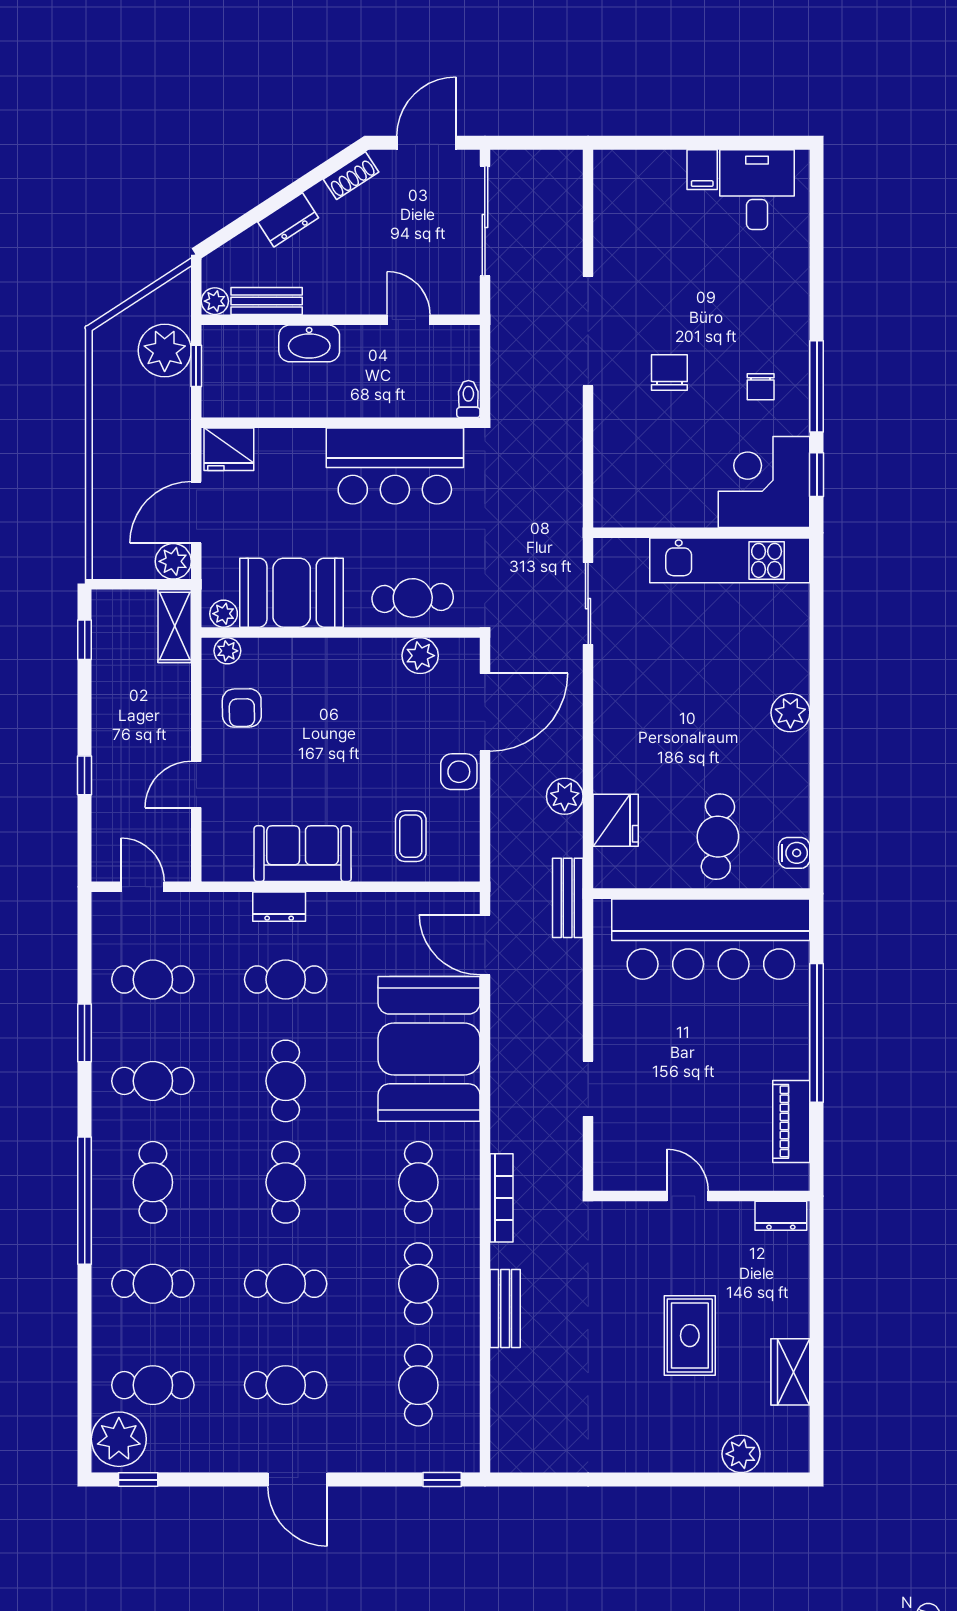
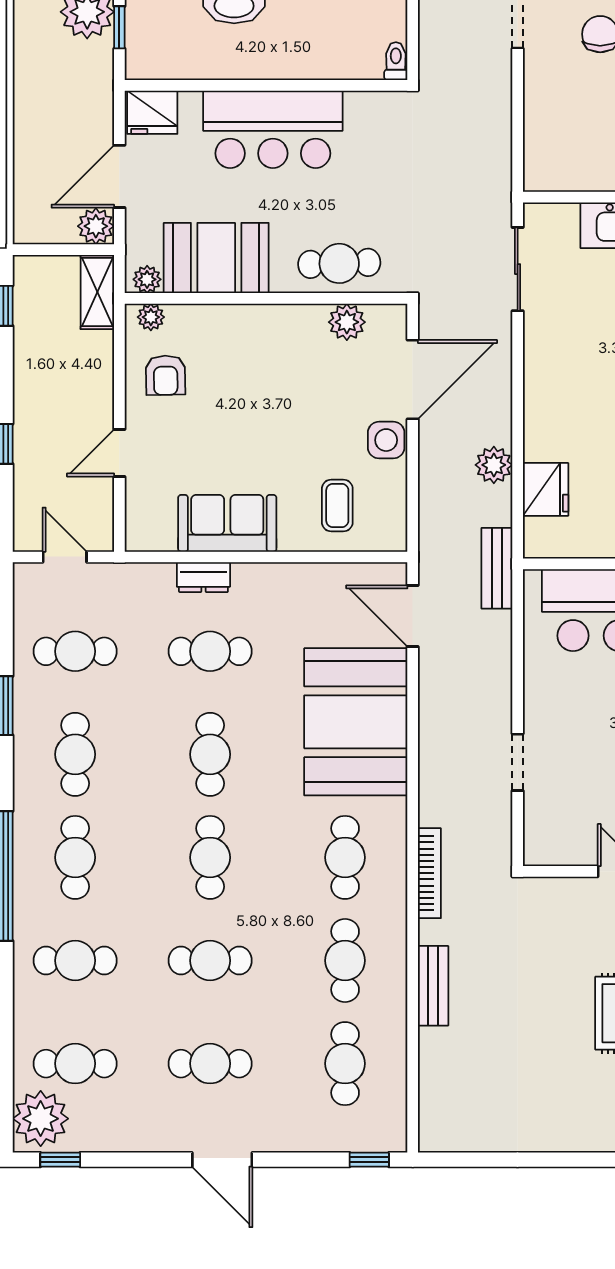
bar counter: (395, 466) -> (273, 129), moved
cafe table: (153, 1081) -> (75, 754), turned 90

